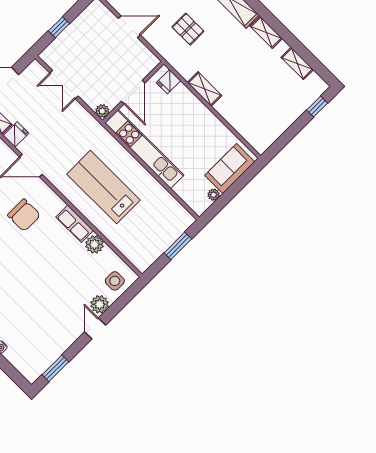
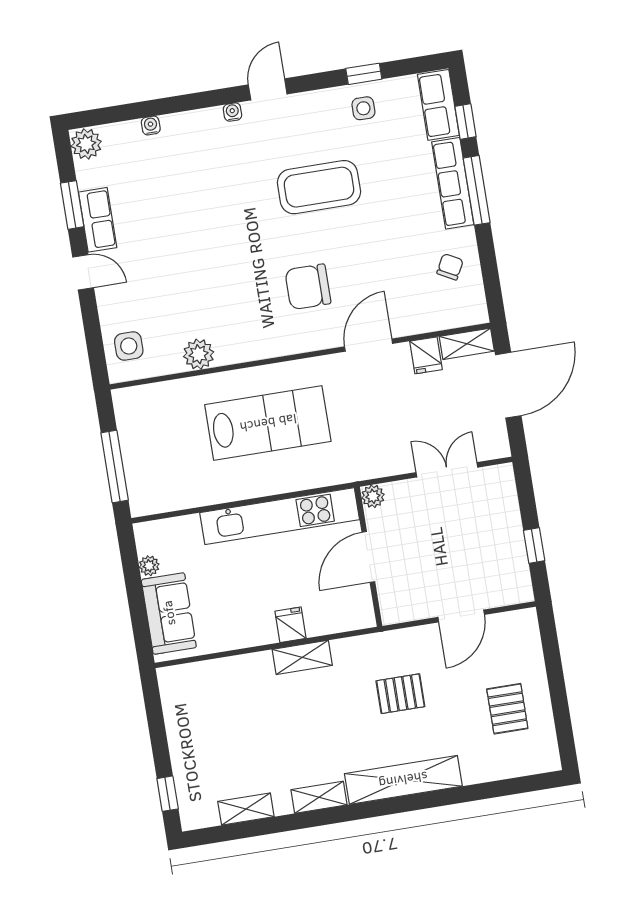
window: (59, 27) -> (534, 545), moved
fridge: (169, 82) -> (291, 625), moved
door: (133, 92) -> (368, 557), hinge flipped
row of seats: (75, 224) -> (98, 220), moved, turned 90
window: (178, 246) -> (115, 466), width x1.44
plant: (100, 304) -> (86, 144), moved
window: (55, 368) -> (72, 205), moved

